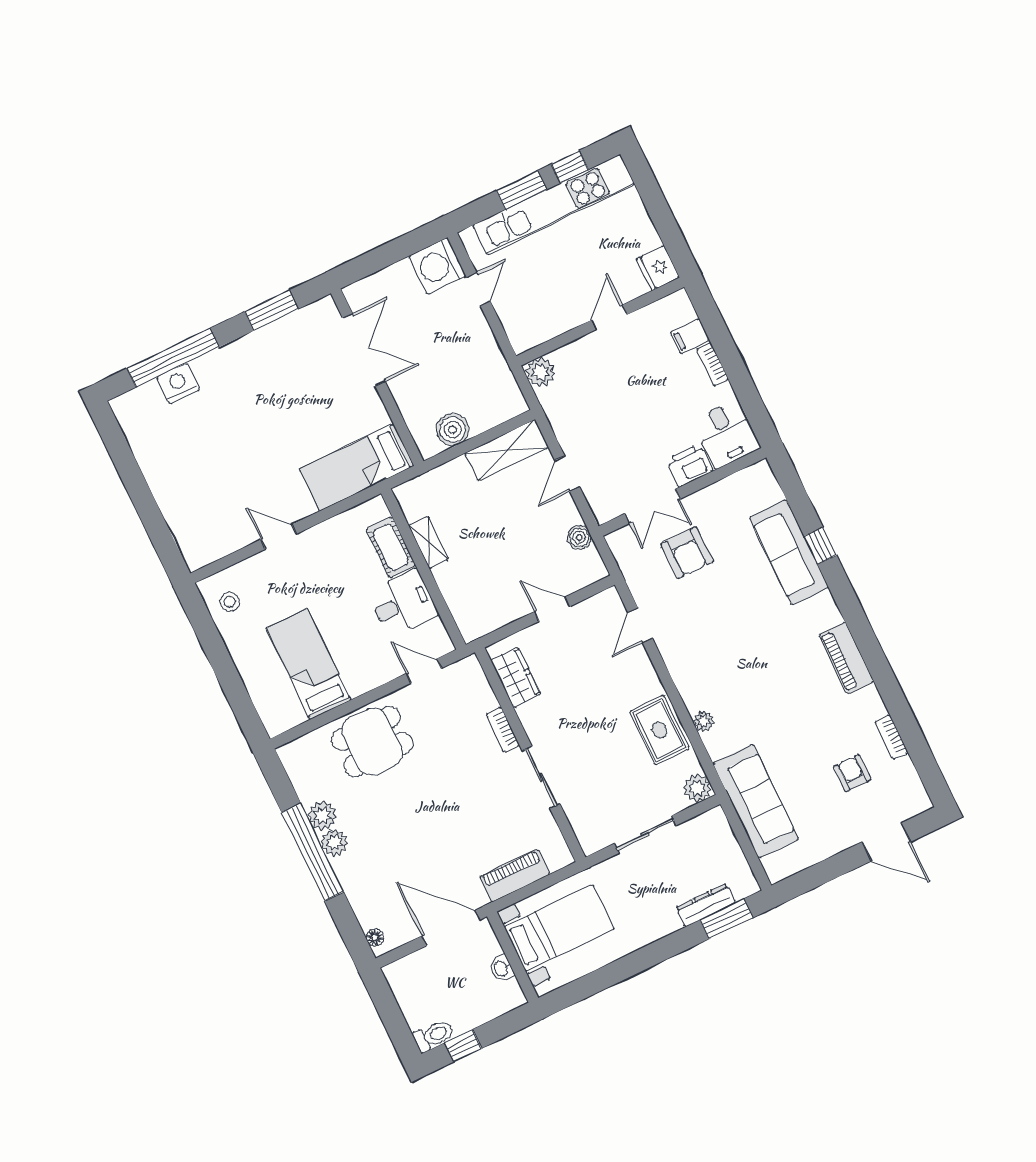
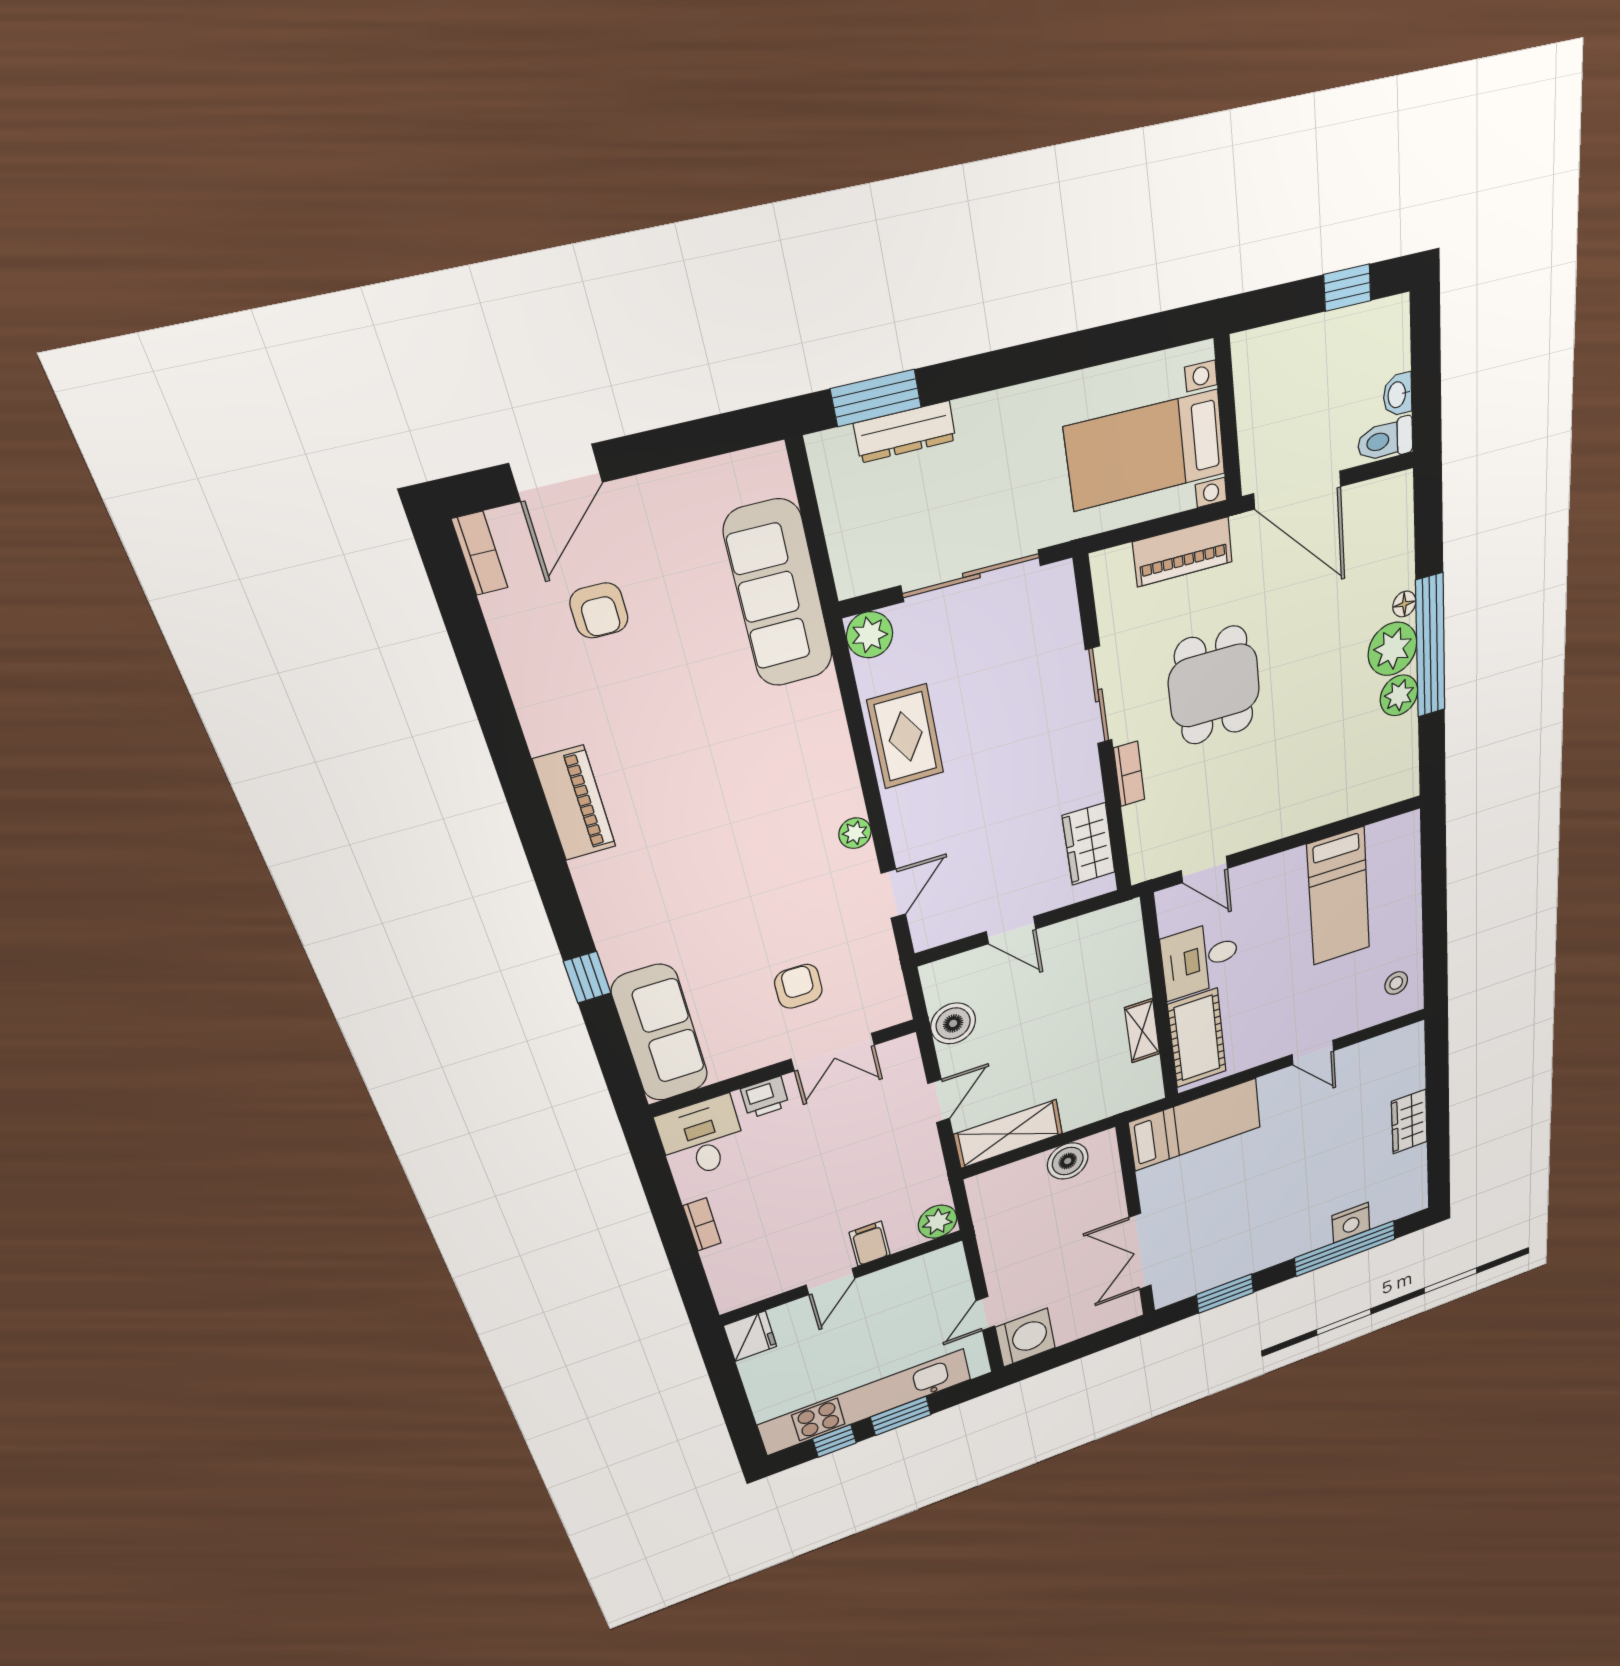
filing cabinet: (690, 336) -> (870, 1244), moved, turned -90
printer: (689, 465) -> (765, 1097), width x0.73, depth x0.81
wardrobe: (163, 482) -> (1409, 1122), added
double door: (652, 506) -> (833, 1052), swing flipped
boiler: (579, 537) -> (953, 1023), width x1.36, depth x1.36
cot: (391, 547) -> (1197, 1038), width x1.37, depth x1.34
sofa: (789, 552) -> (660, 1033), moved
armchair: (687, 553) -> (798, 986), width x0.72, depth x0.72
plant: (704, 721) -> (855, 833), moved
bookcase: (892, 737) -> (480, 553), moved
dining table: (372, 742) -> (1214, 686), moved, turned 90
sliding door: (645, 834) -> (971, 575), width x1.37
door: (886, 842) -> (556, 473), swing flipped
plant: (334, 843) -> (1393, 649), width x1.36, depth x1.36
floor lamp: (375, 938) -> (1404, 604), moved
washbasin: (501, 968) -> (1398, 395), moved, turned 180
toilet: (434, 1035) -> (1385, 440), moved

